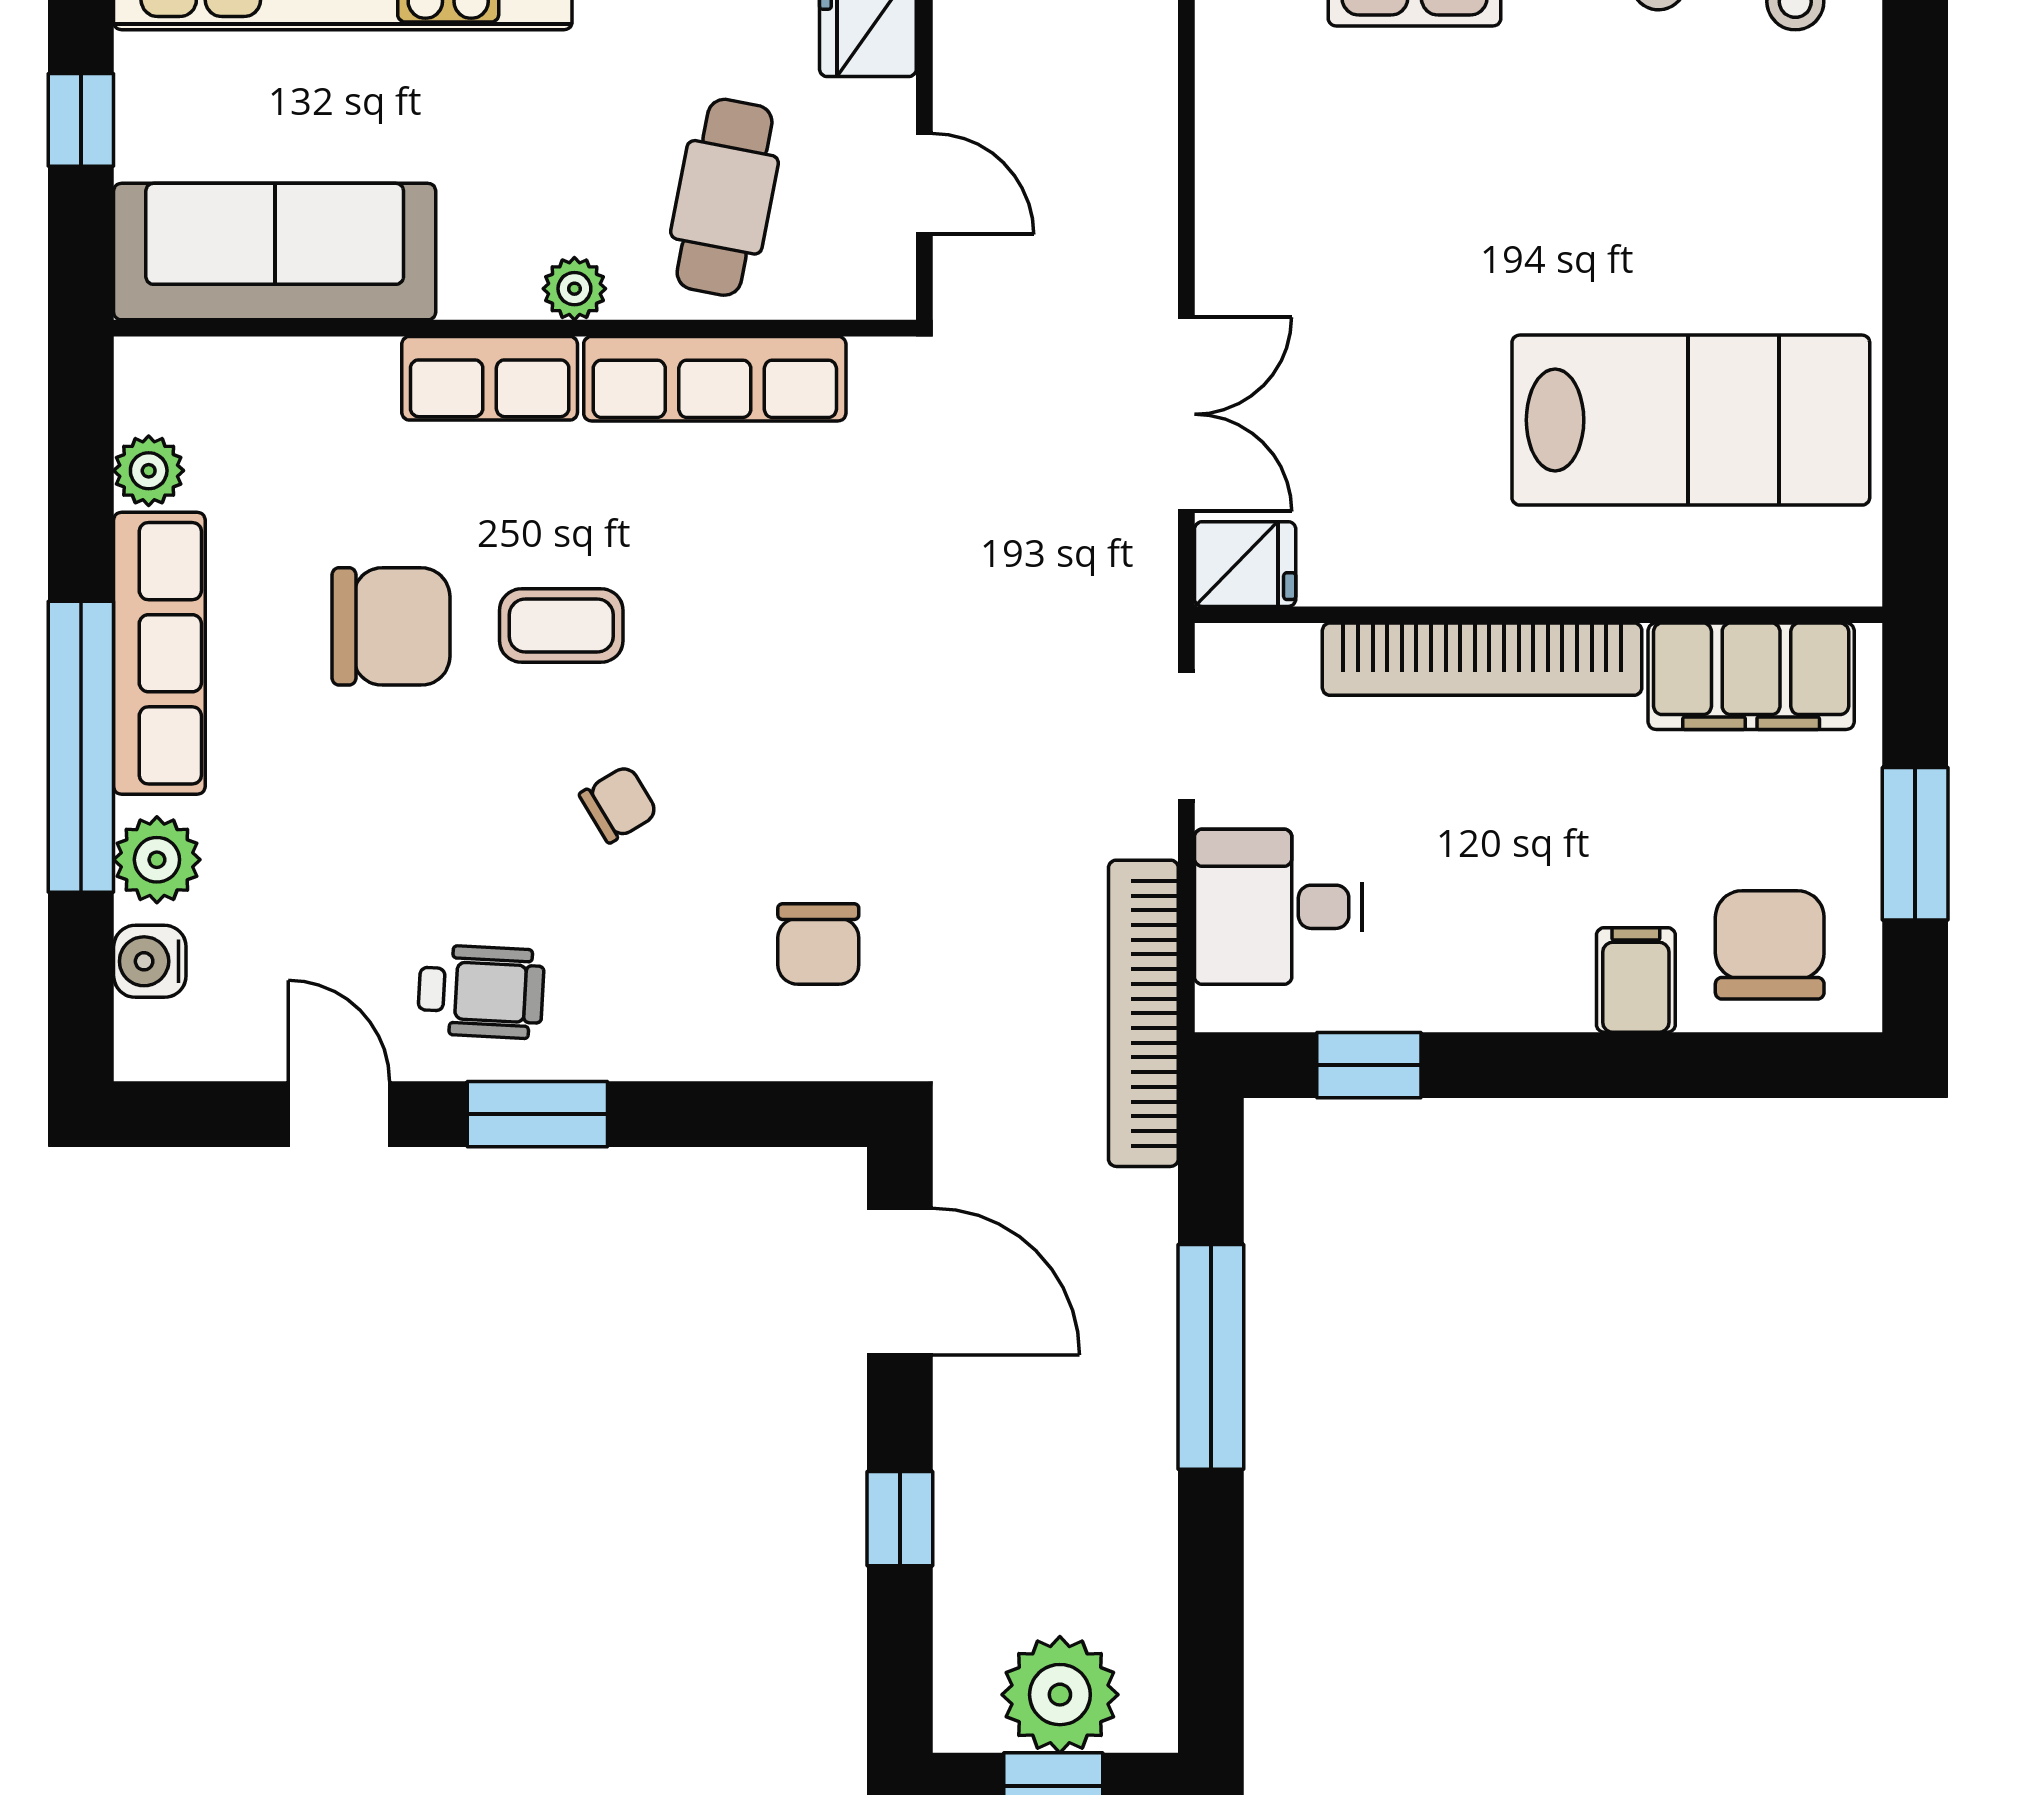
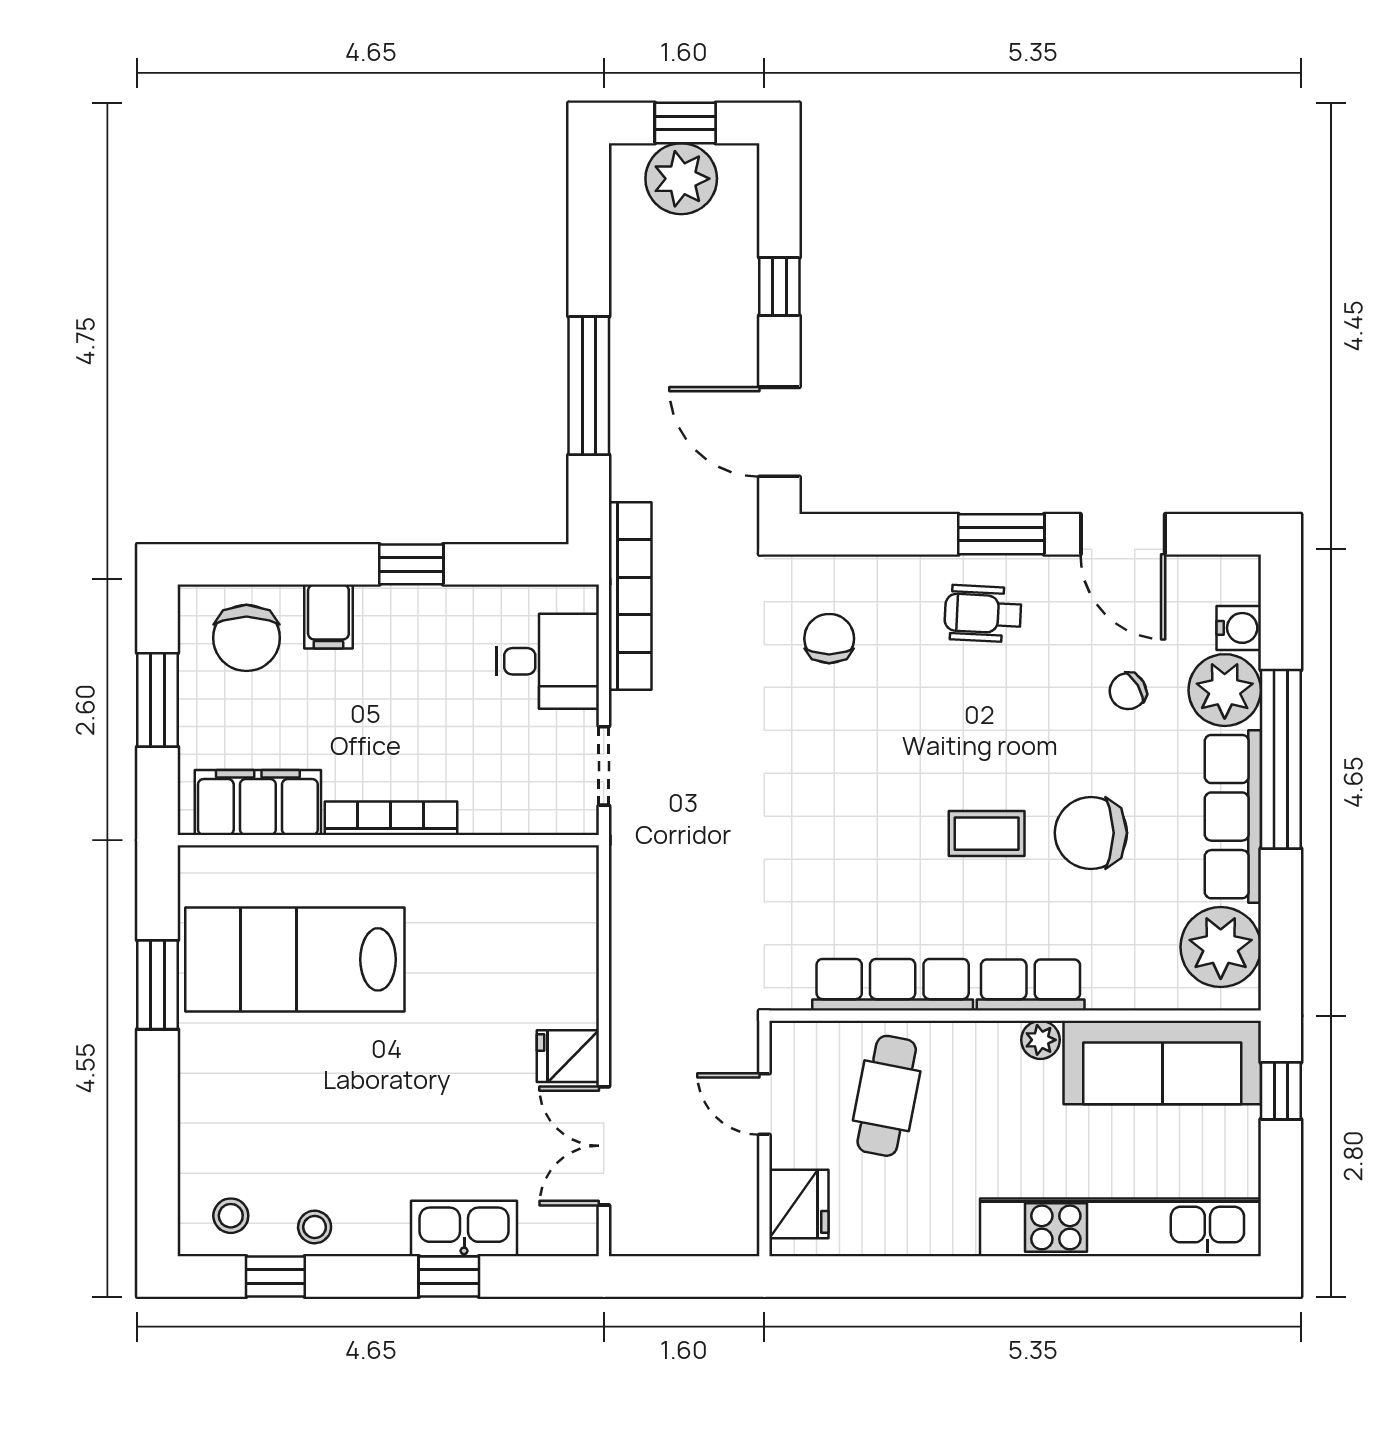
window: (81, 120) -> (1281, 1091), moved
plant: (574, 289) -> (1040, 1040), moved
window: (1915, 379) -> (157, 985), added
double door: (1186, 414) -> (604, 1146), moved
plant: (149, 471) -> (1221, 947), width x1.87, depth x1.87
fridge: (1245, 564) -> (568, 1056), moved
bookcase: (1482, 659) -> (391, 818), width x0.68, depth x0.76
chair: (619, 804) -> (1128, 691), moved
plant: (157, 860) -> (1225, 690), width x1.36, depth x1.36
wheelchair: (481, 992) -> (983, 614), moved
window: (1369, 1065) -> (411, 564), moved
door: (339, 1114) -> (1123, 534), width x1.38

